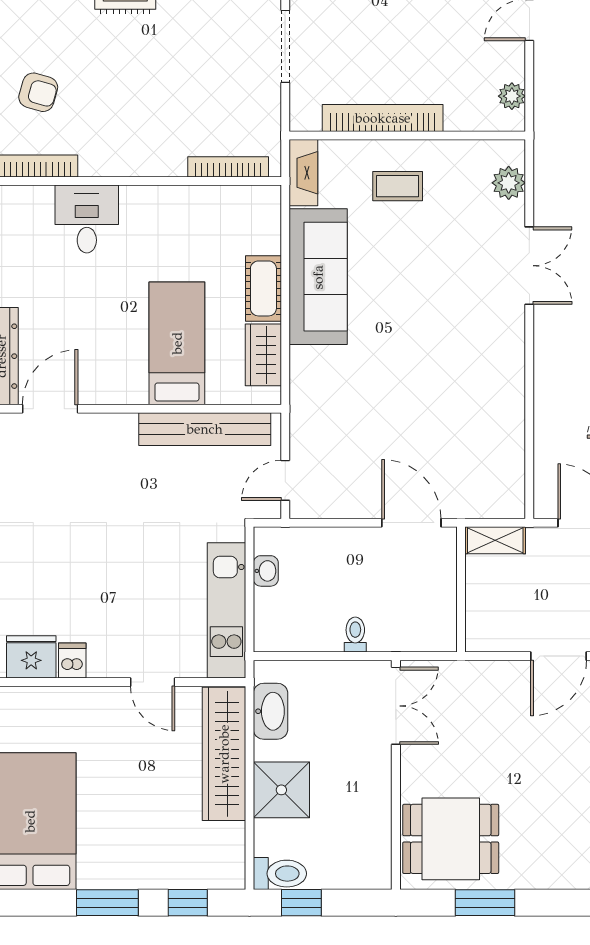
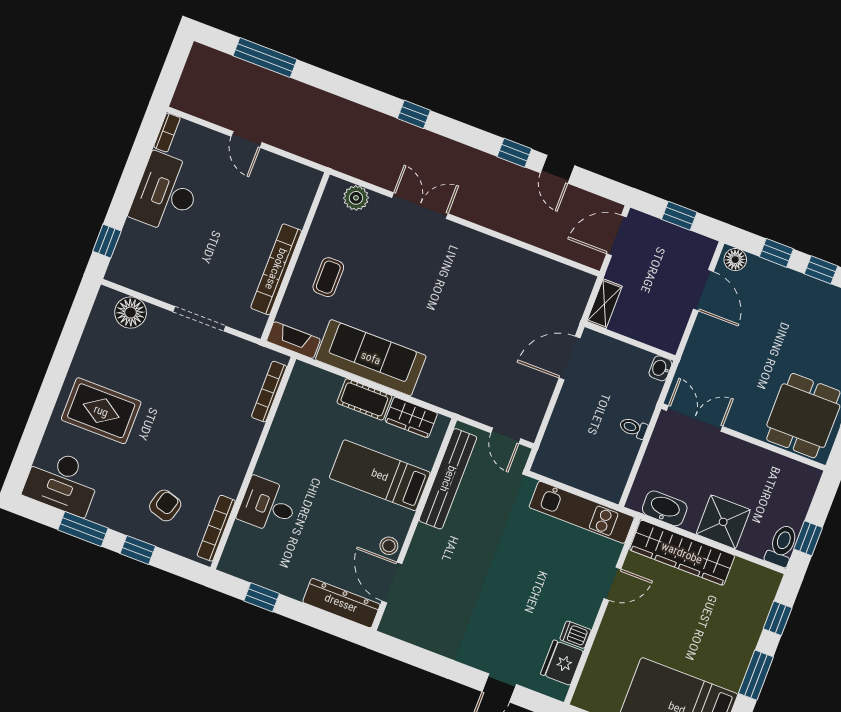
plant: (512, 96) -> (296, 172), removed
stool: (94, 388) -> (389, 546), added
washbasin: (266, 571) -> (660, 368), moved, turned -90

